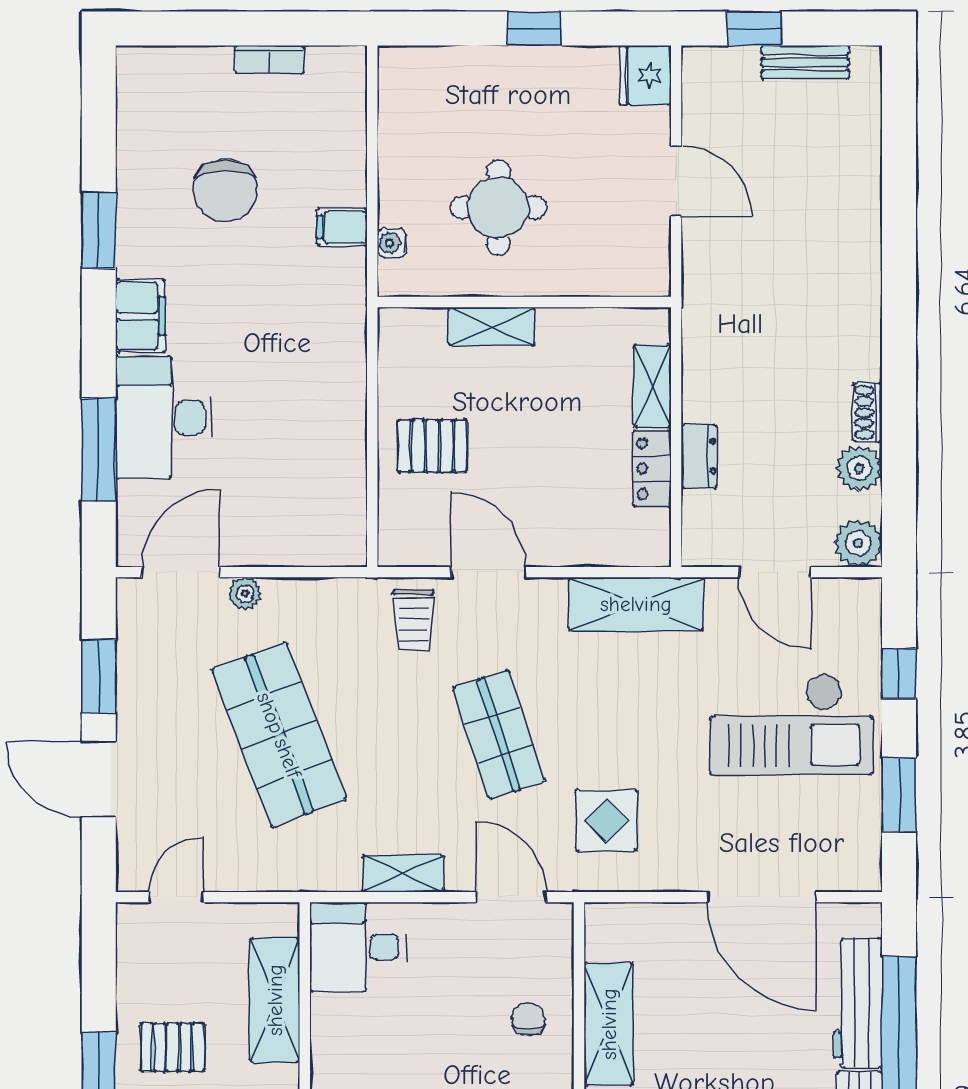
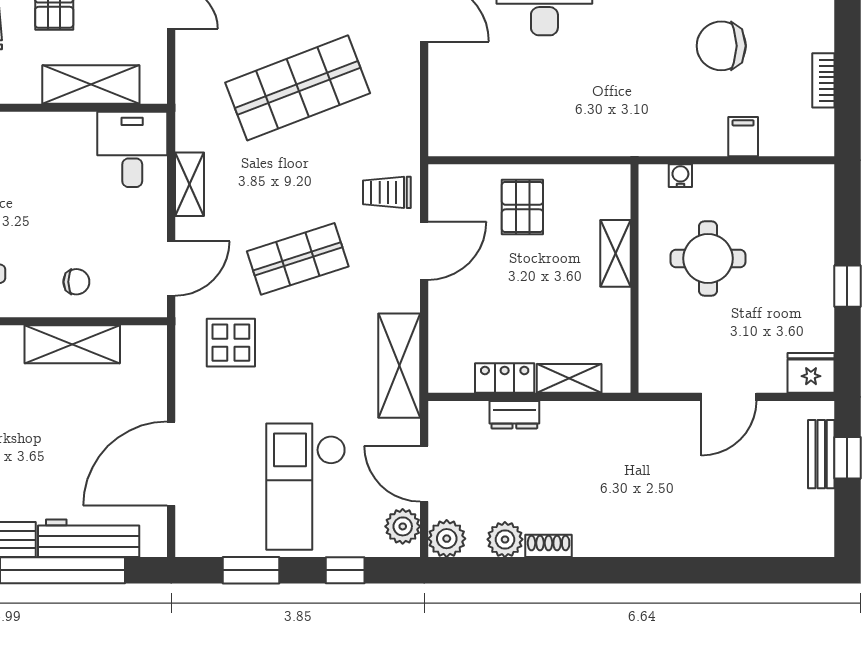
bench: (805, 62) -> (821, 454), moved
filing cabinet: (342, 227) -> (743, 137), moved
door: (775, 572) -> (424, 474), hinge flipped
plant: (245, 594) -> (403, 526), moved, width x1.38, depth x1.38

